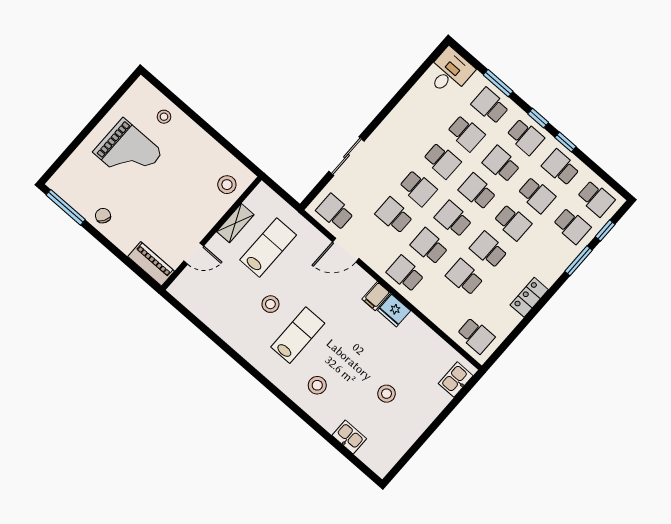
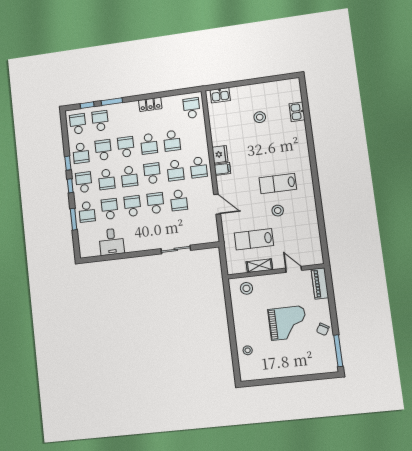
desk: (450, 72) -> (112, 242), moved, turned -90
grand piano: (128, 152) -> (288, 323), moved, turned 90
school desk: (335, 212) -> (206, 227), removed
school desk: (453, 219) -> (152, 173), turned 180
stool: (317, 385) -> (290, 151), removed

